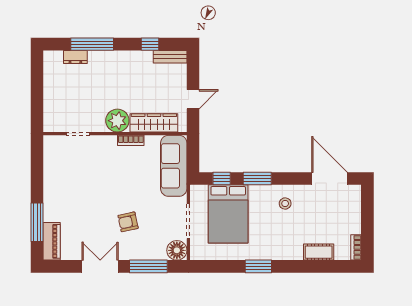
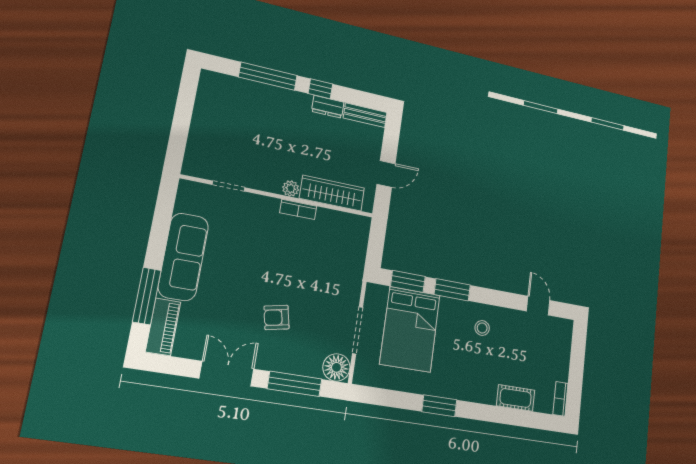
window: (150, 44) -> (320, 89), moved
dresser: (75, 57) -> (328, 107), moved
plant: (117, 121) -> (291, 188), width x0.53, depth x0.53
sofa: (174, 166) -> (183, 257), moved, turned 180
window: (222, 178) -> (408, 281), width x1.50
door: (330, 178) -> (538, 306), width x0.53

